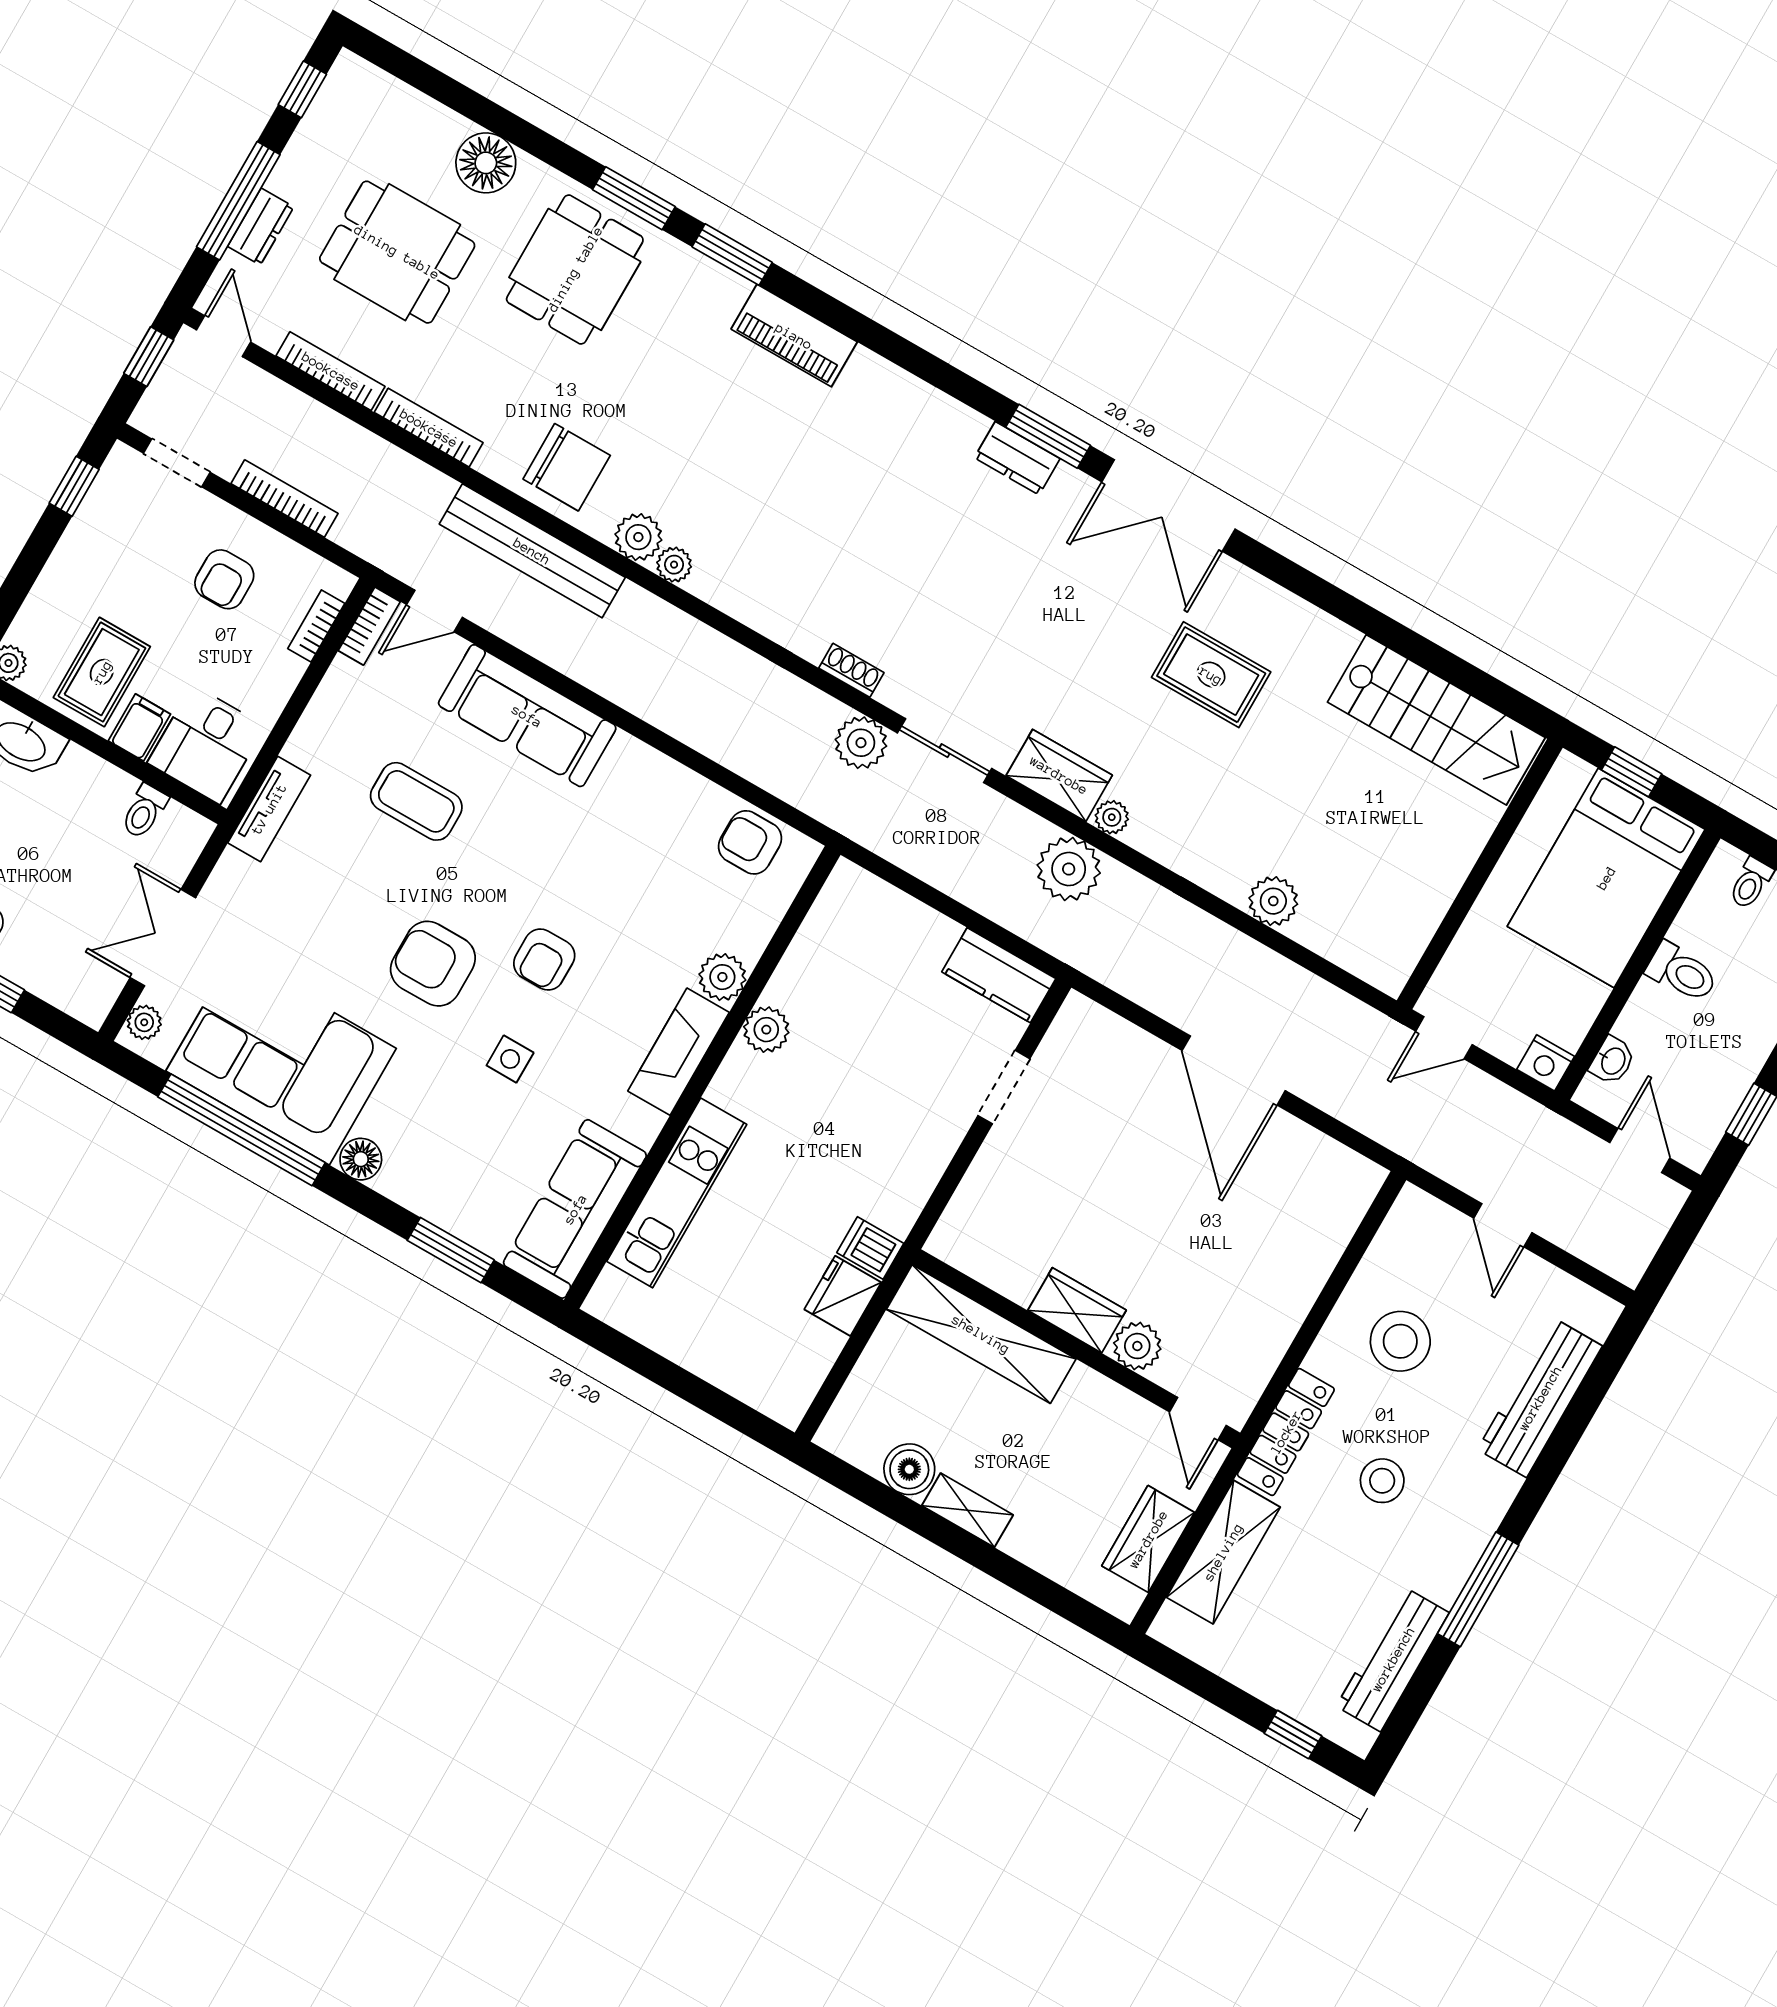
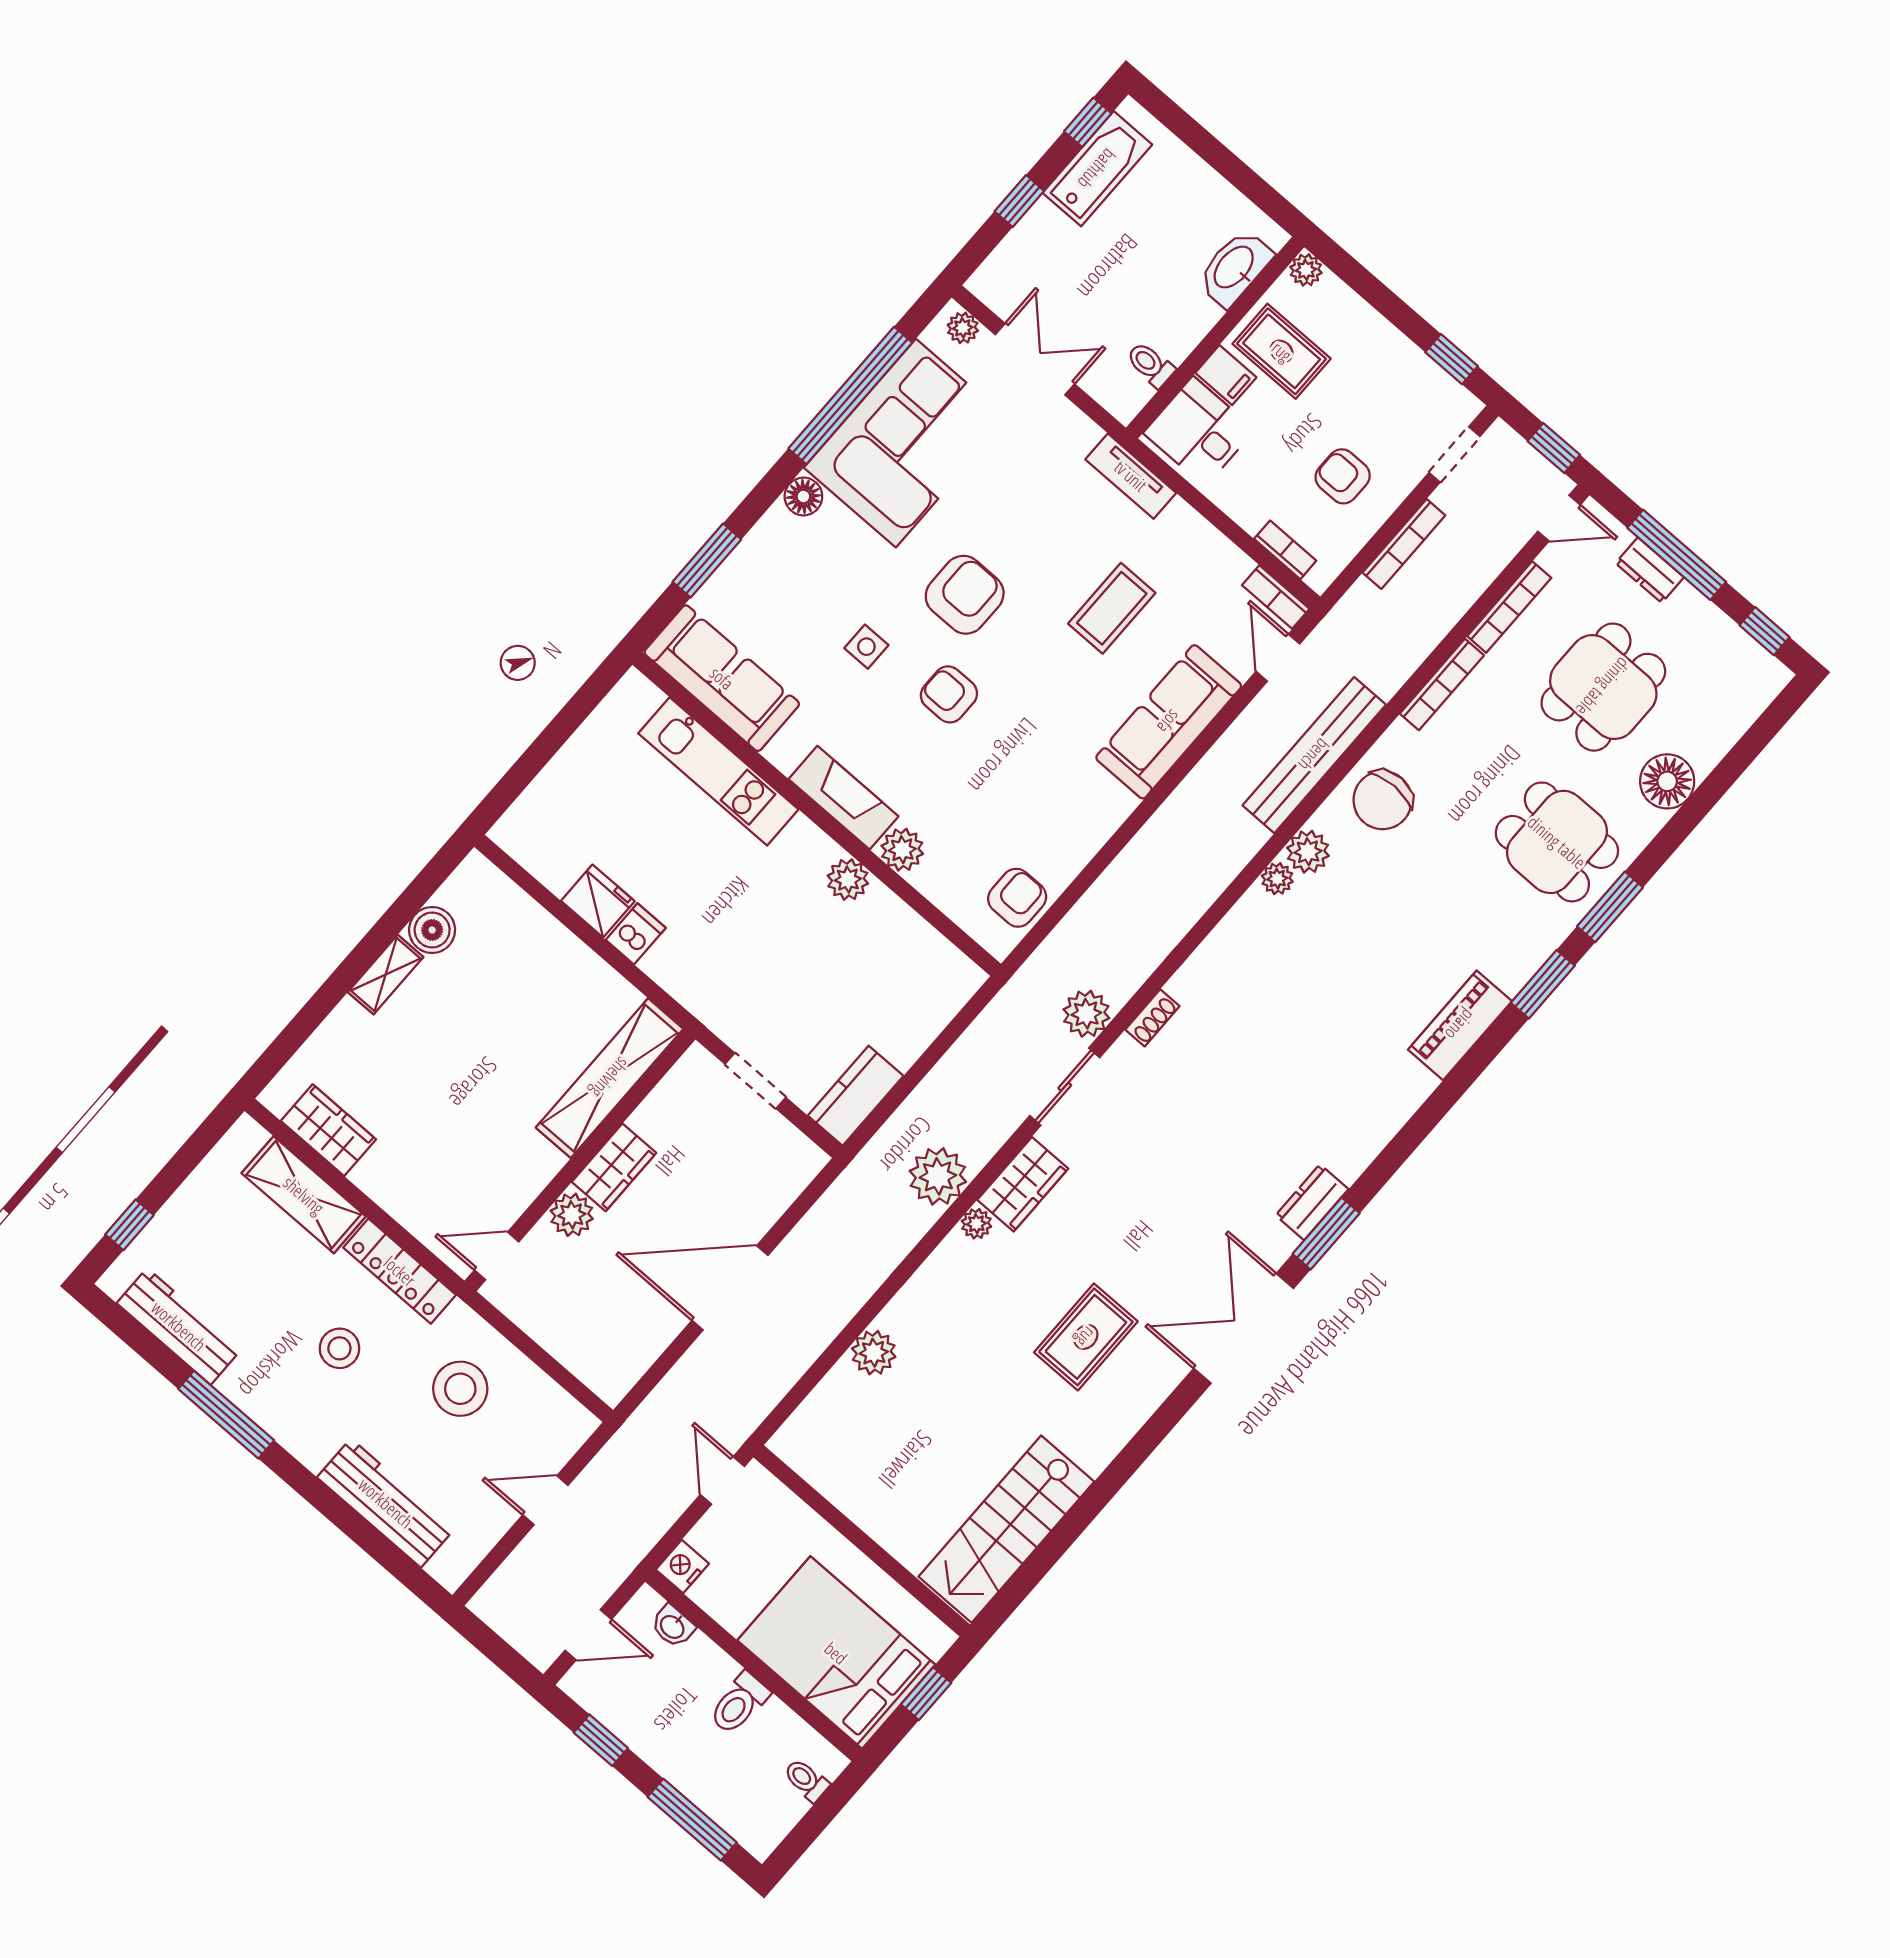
wardrobe: (1077, 1310) -> (614, 1167), moved
shelving: (981, 1334) -> (610, 1078), moved
plant: (1137, 1346) -> (572, 1215), moved
wall: (1076, 1349) -> (580, 1160), moved
door: (1198, 1419) -> (497, 1256), moved

